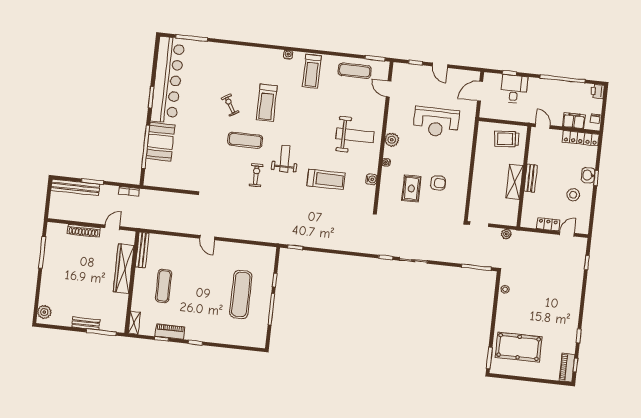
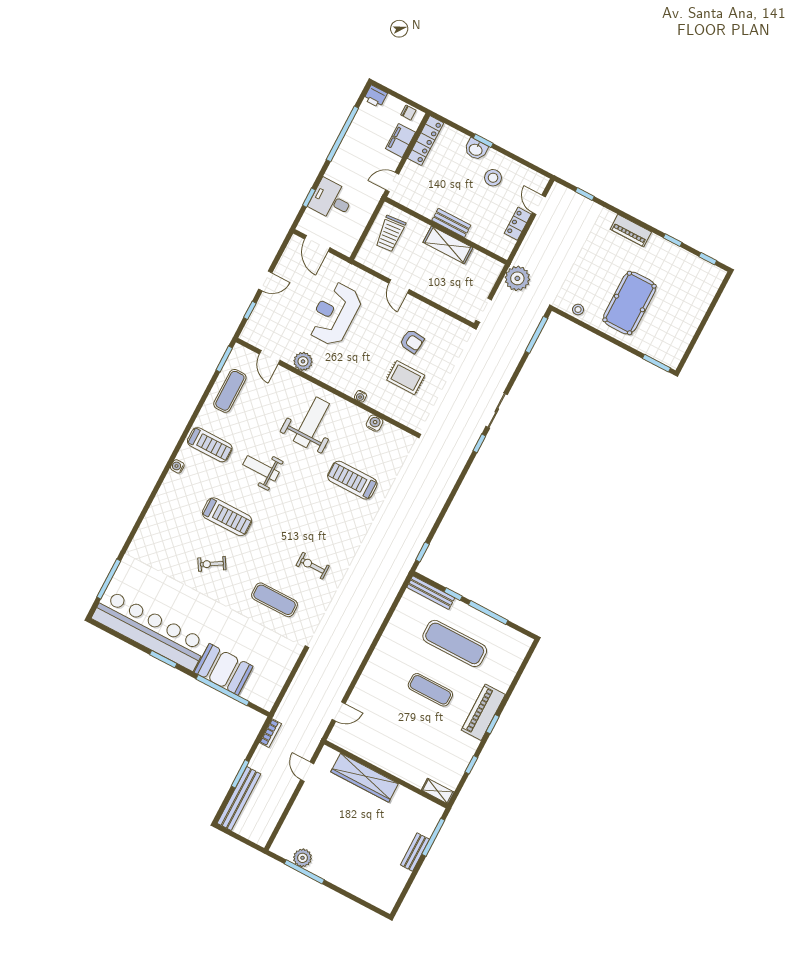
door: (389, 89) -> (270, 357), hinge flipped
reception desk: (436, 122) -> (335, 314), turned 180
exercise mat: (245, 140) -> (274, 600), moved, turned 90
plant: (392, 140) -> (303, 361), moved
weight bench: (285, 159) -> (261, 468), moved
door: (473, 159) -> (399, 286), added
treadmill: (326, 179) -> (352, 480), turned -90
armchair: (438, 183) -> (412, 341), turned 96
shoe rack: (84, 231) -> (298, 809), removed
plant: (506, 234) -> (517, 278), width x1.87, depth x1.87
door: (207, 238) -> (339, 711), moved
bench: (142, 250) -> (431, 593), moved
exercise mat: (164, 286) -> (430, 690), moved
plant: (44, 312) -> (303, 858), moved
piano: (170, 332) -> (483, 712), moved, width x1.37, depth x1.33
pool table: (519, 347) -> (629, 303), moved
piano: (567, 368) -> (631, 231), moved

